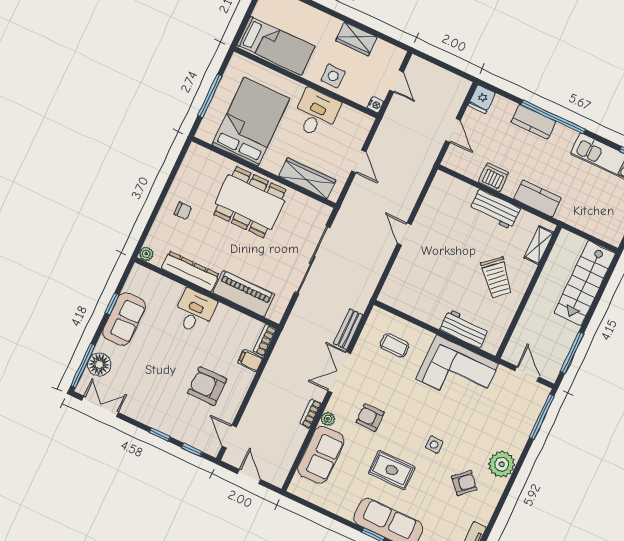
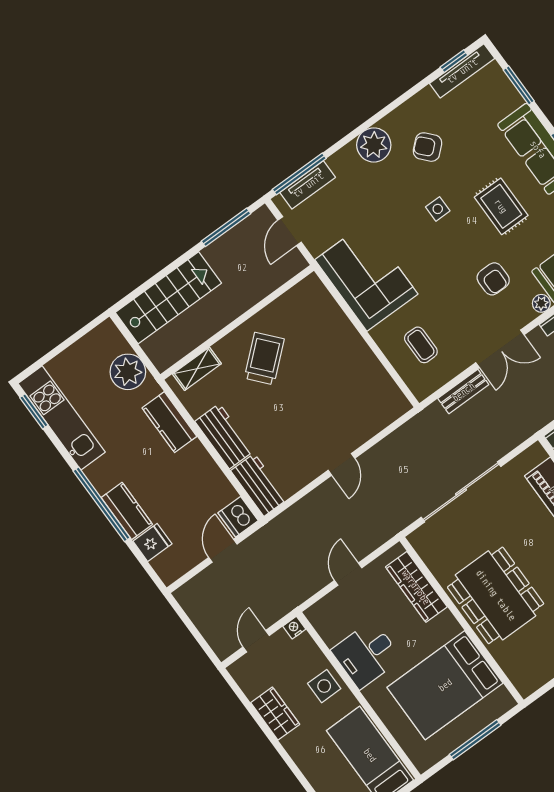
fridge: (482, 99) -> (152, 542), moved
dishwasher: (494, 177) -> (238, 517), moved
plant: (585, 217) -> (128, 372), added
workbench: (464, 329) -> (259, 485), moved, turned 180
tv unit: (532, 412) -> (308, 185), added

